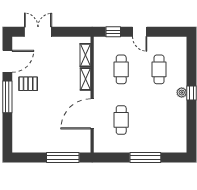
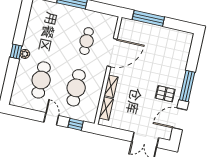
cafe table: (121, 69) -> (76, 88), width x1.37, depth x1.35
cafe table: (159, 69) -> (41, 80), width x1.37, depth x1.35

